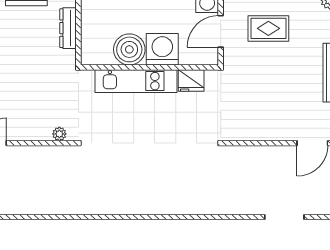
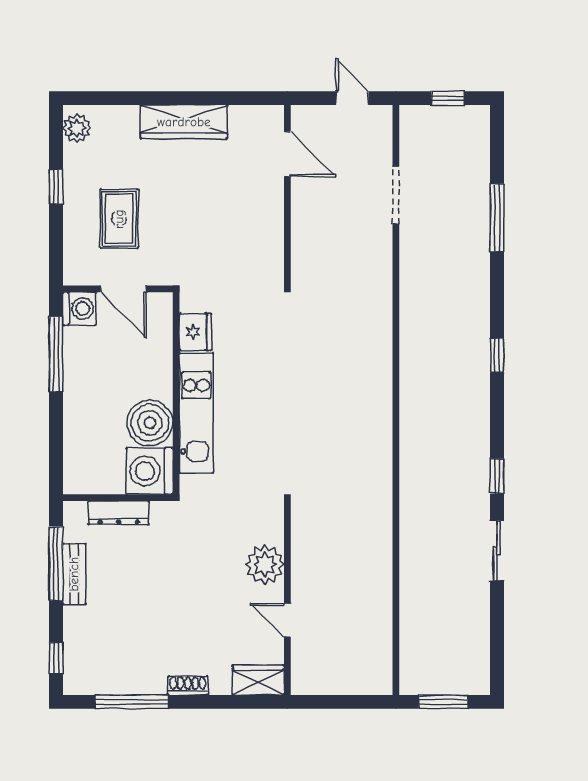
washing machine: (162, 49) -> (150, 471), moved
plant: (59, 134) -> (265, 565), moved, width x1.88, depth x1.88

